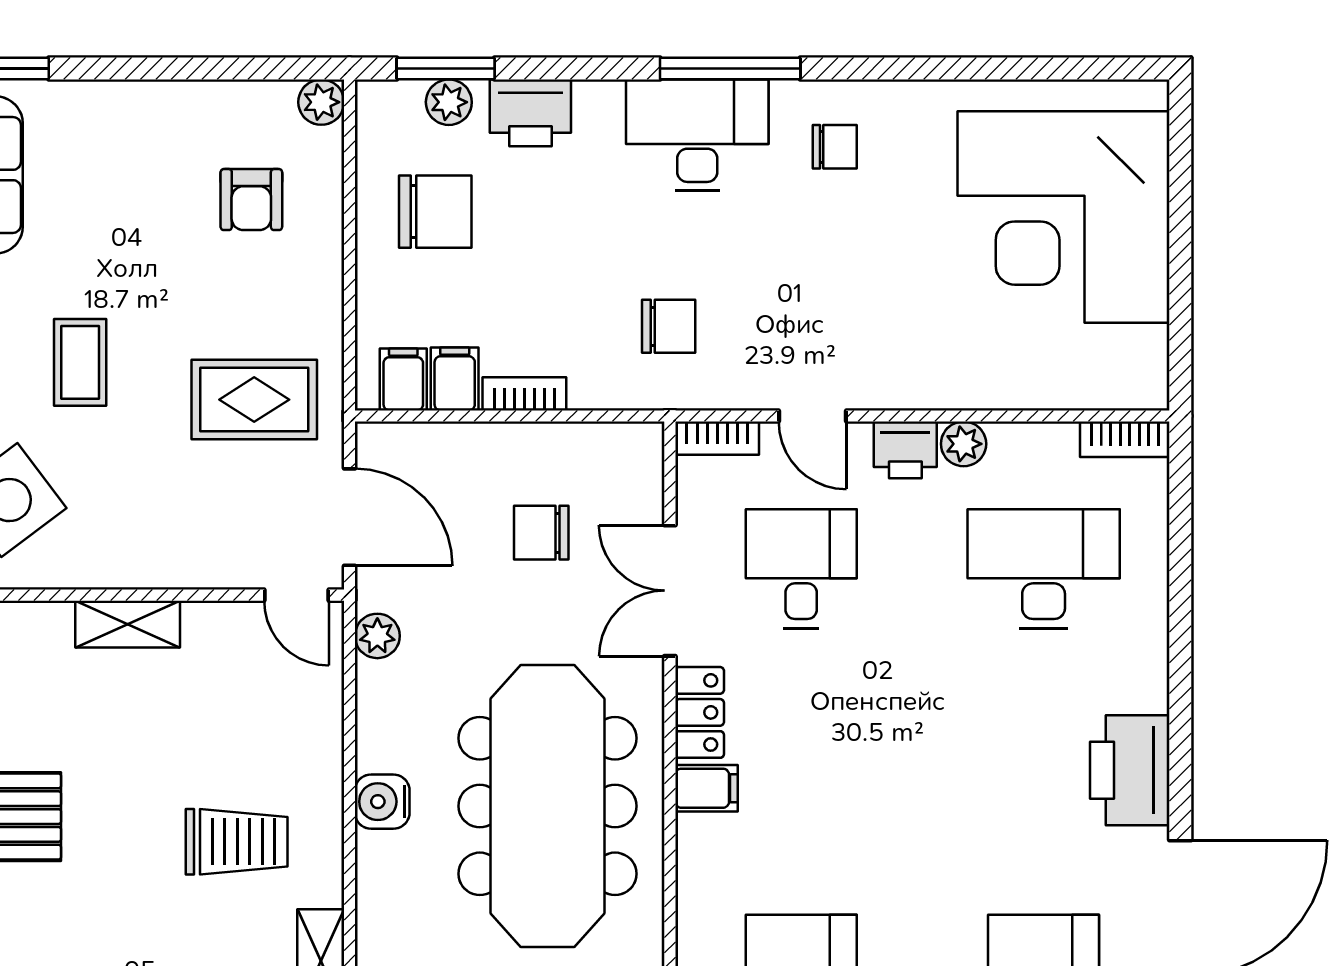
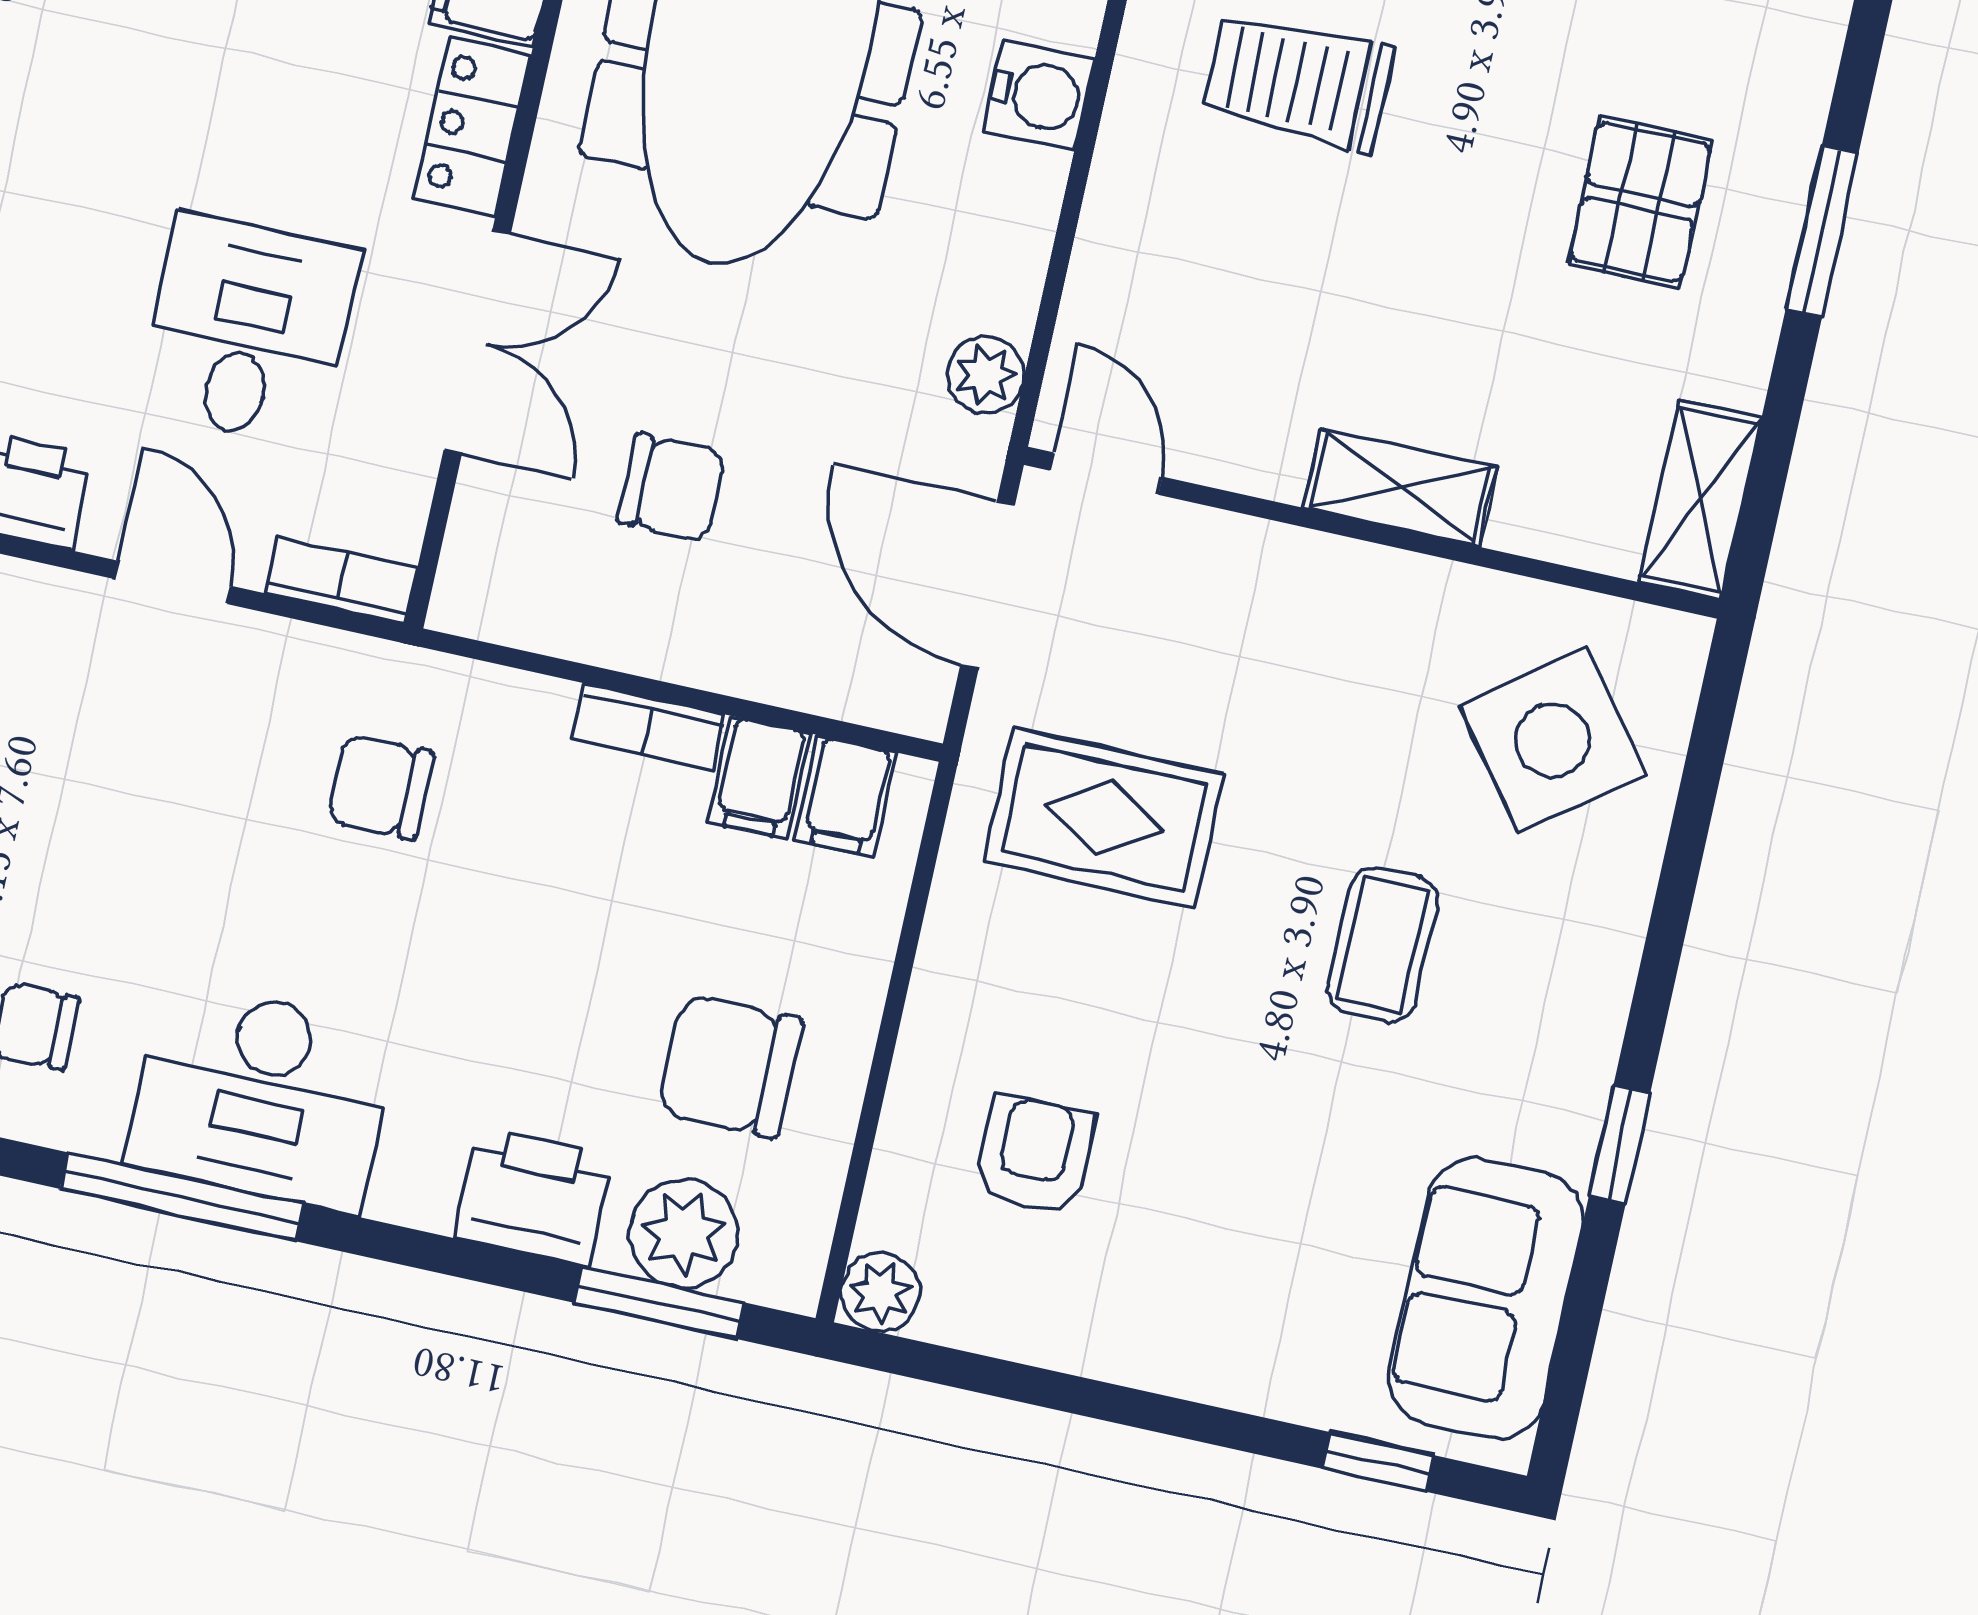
plant: (449, 102) -> (684, 1234), width x1.38, depth x1.38
desk: (801, 569) -> (248, 330), turned 180

